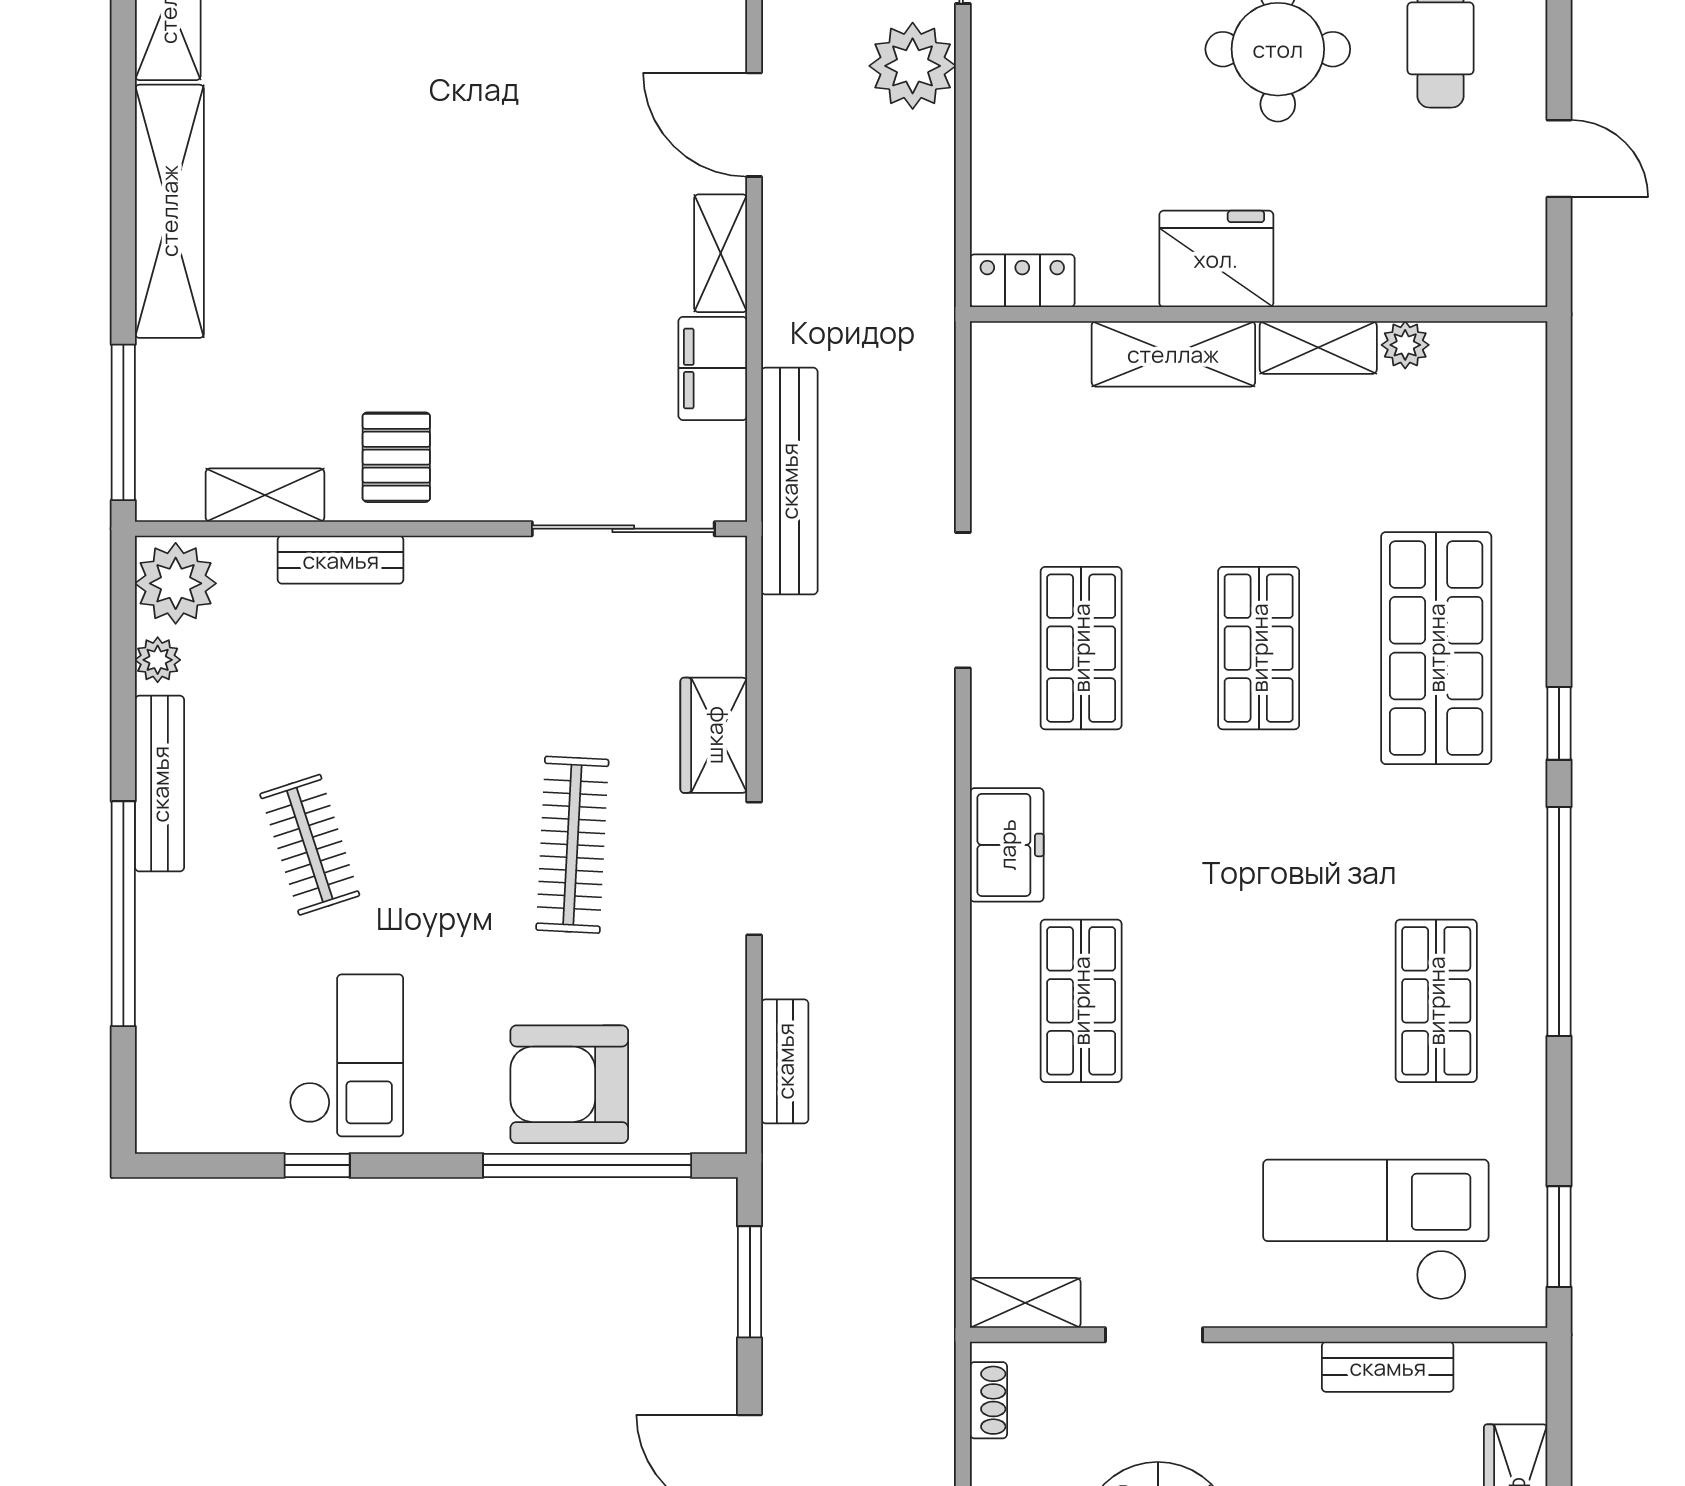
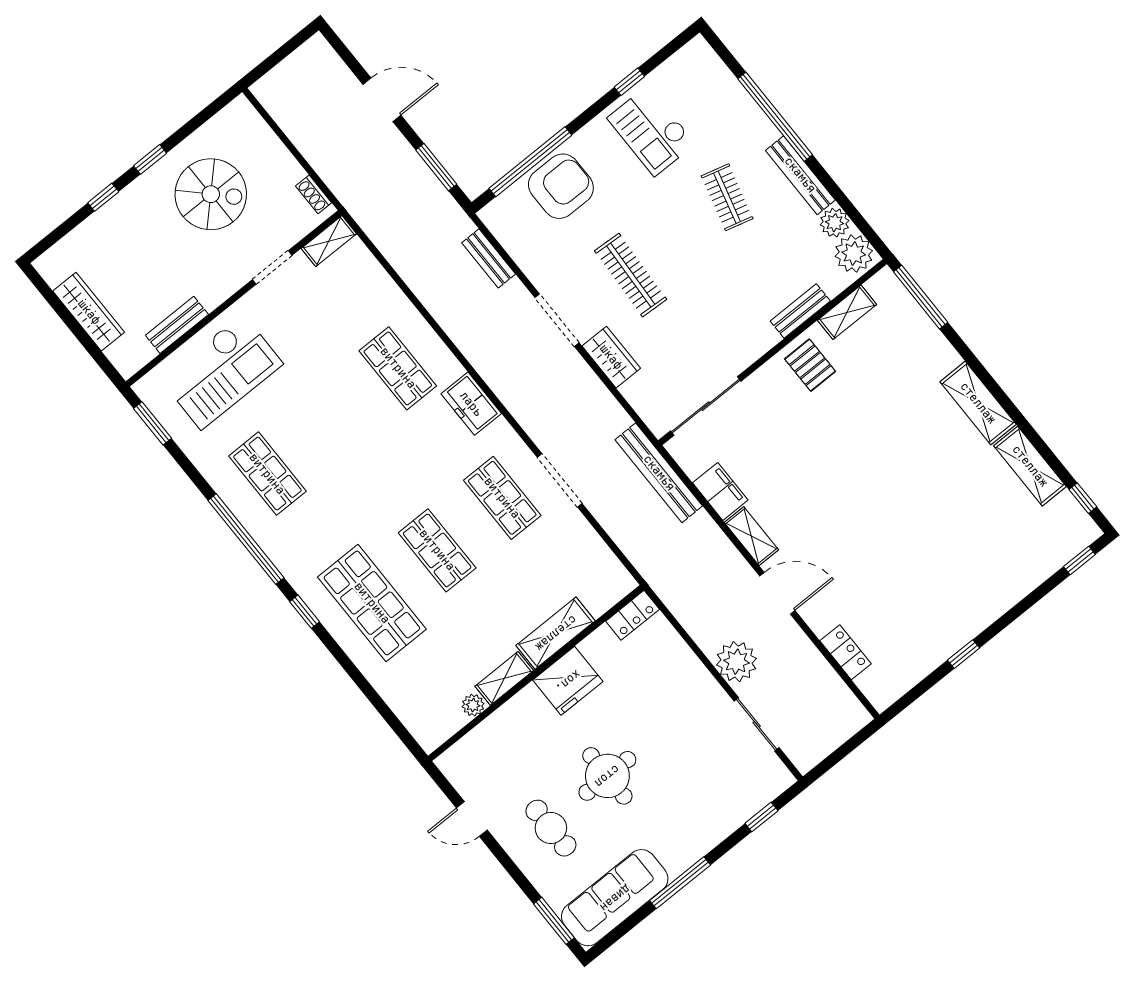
shelving: (169, 211) -> (978, 403), width x0.68
plant: (158, 660) -> (835, 223), width x1.38, depth x1.38
clothes rail: (310, 845) -> (727, 197), turned 33

